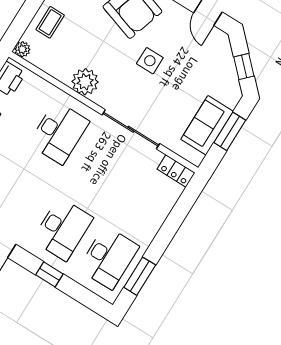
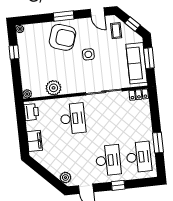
coffee table: (50, 22) -> (116, 31), moved
plant: (85, 82) -> (54, 88), moved
sofa: (207, 125) -> (137, 63), width x1.36
window: (140, 276) -> (158, 143), moved

